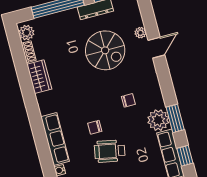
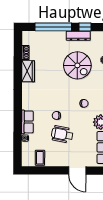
plant: (26, 33) -> (27, 39), removed
row of seats: (55, 139) -> (27, 122), width x0.68

